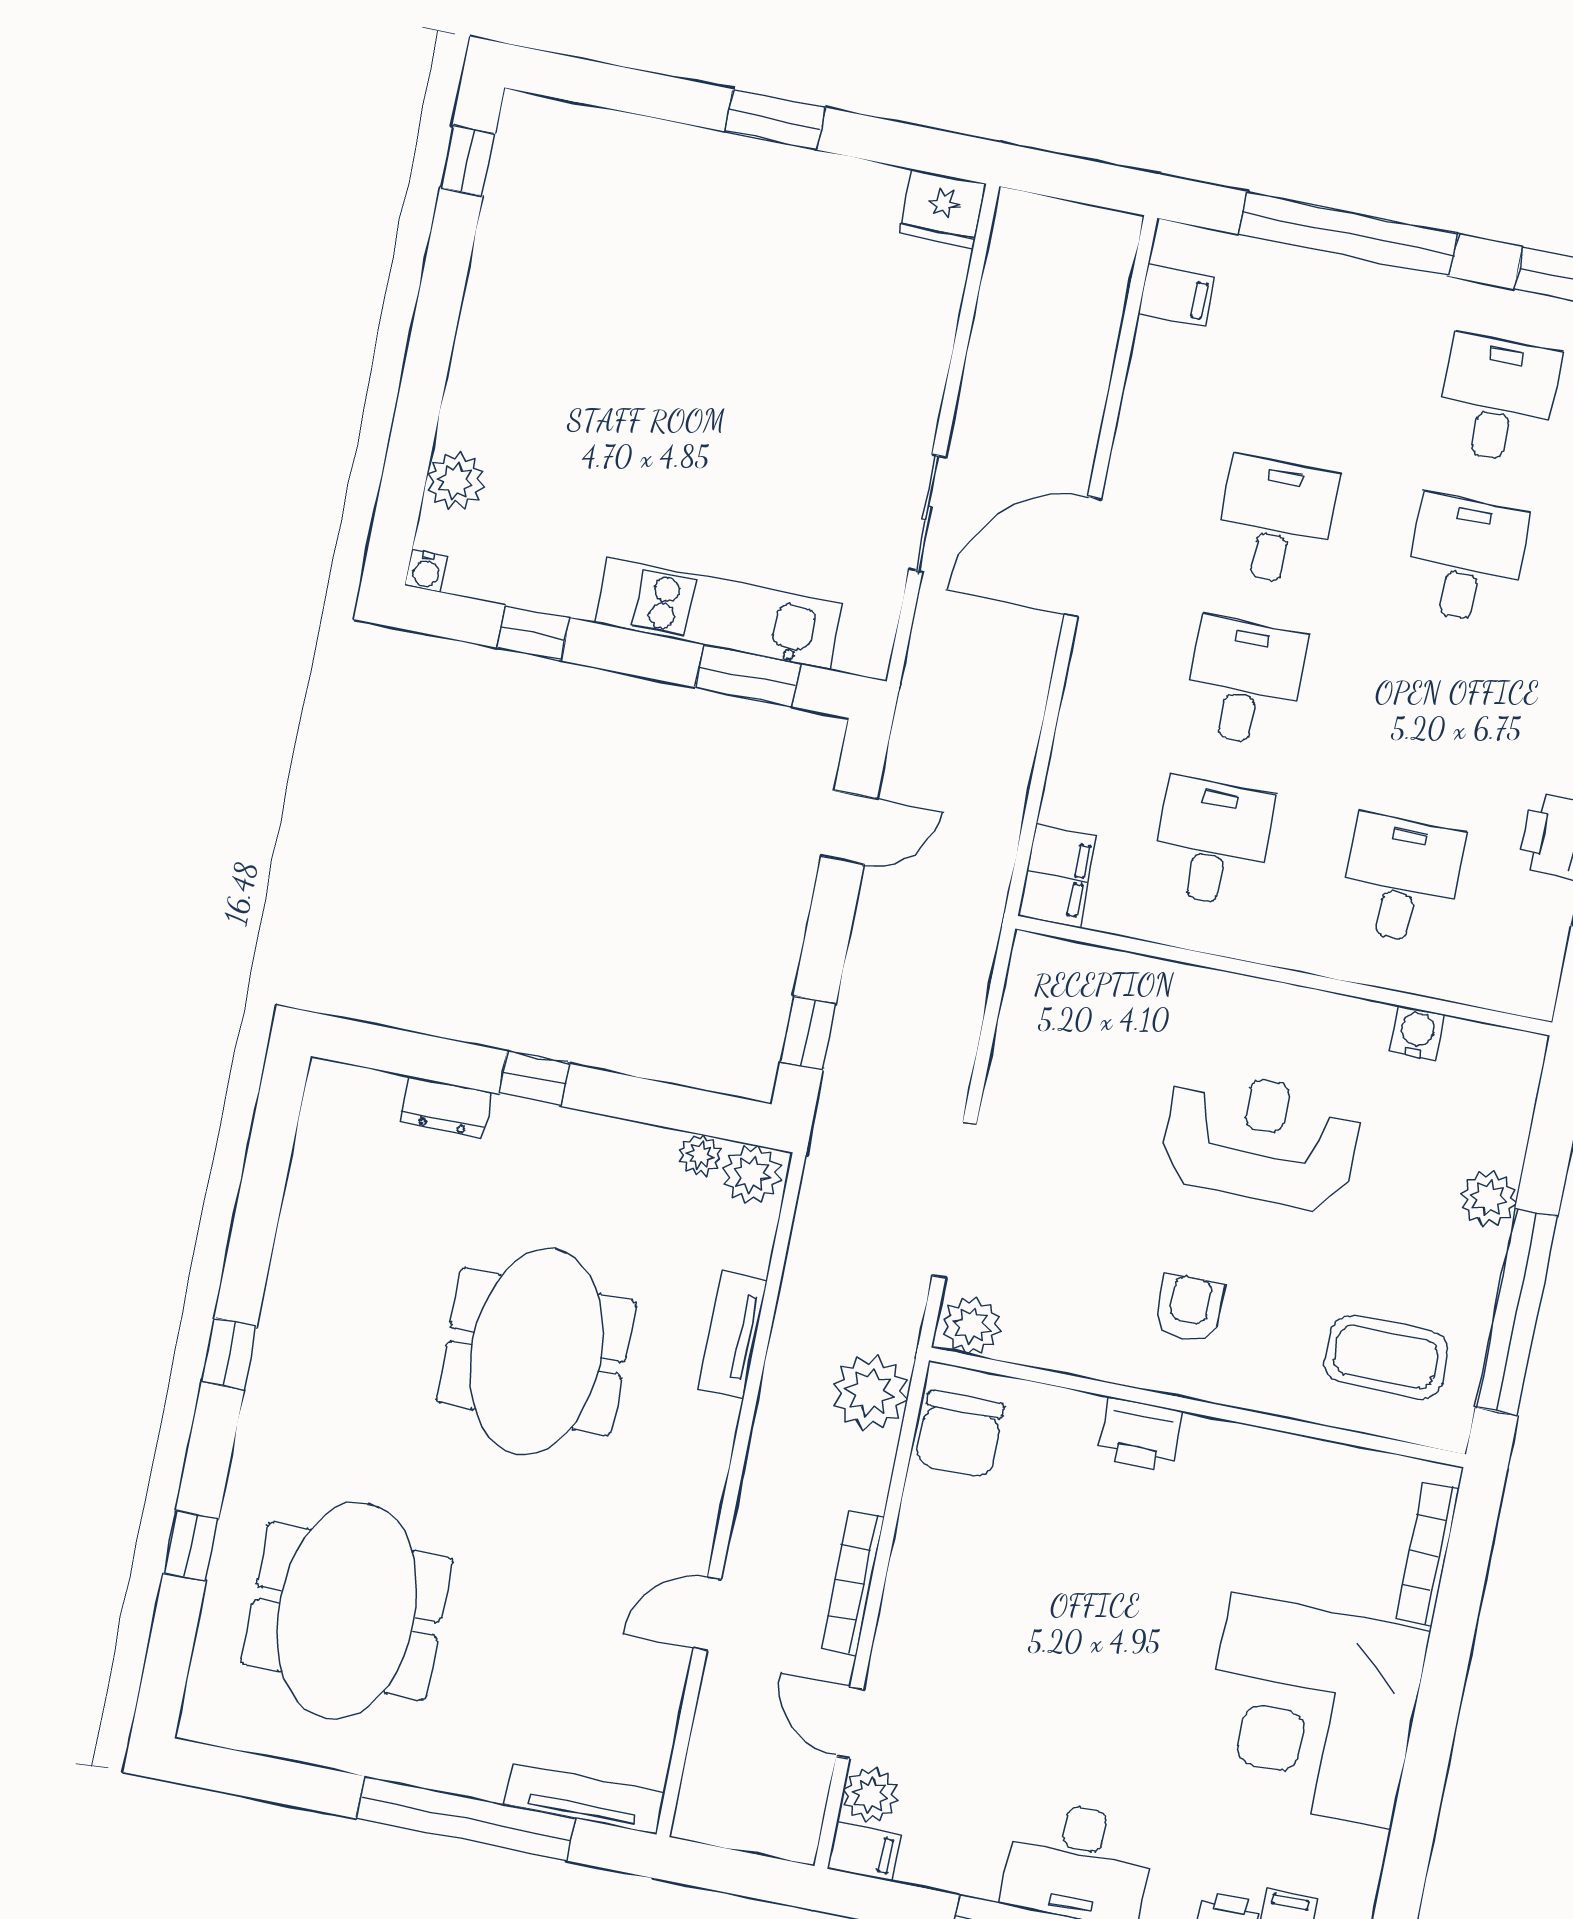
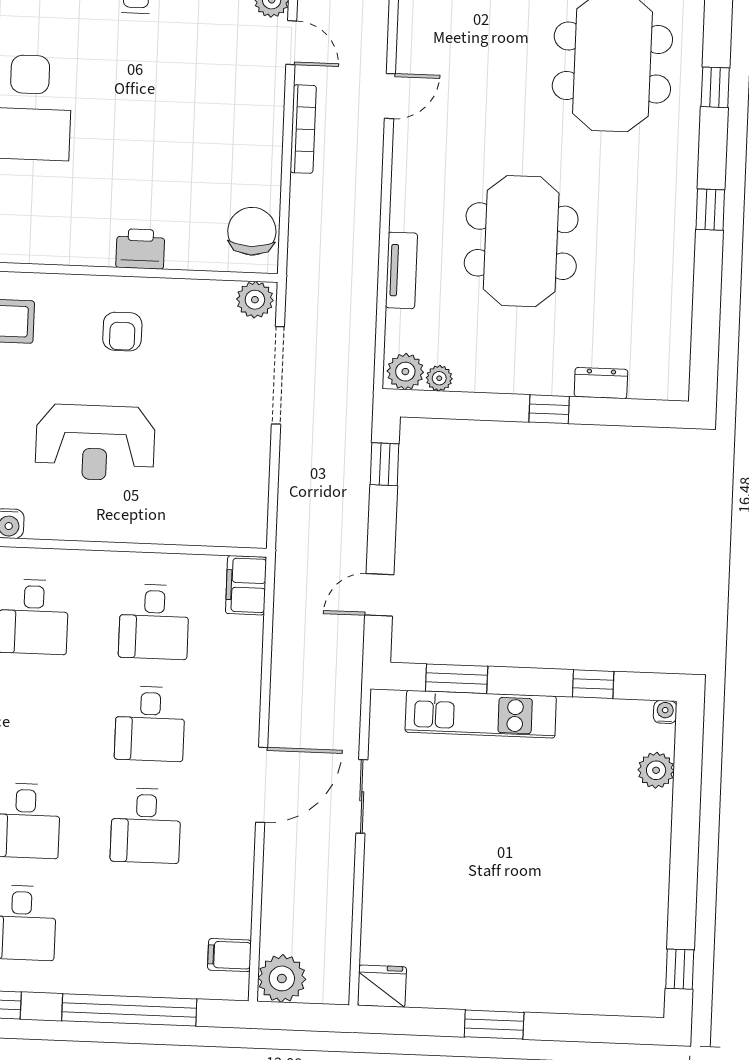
plant: (870, 1393) -> (282, 978), moved

